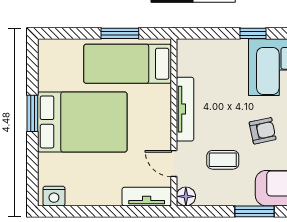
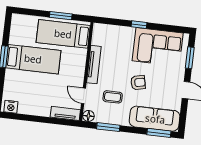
bed: (82, 122) -> (33, 59), width x0.67
window: (254, 211) -> (108, 127), moved

